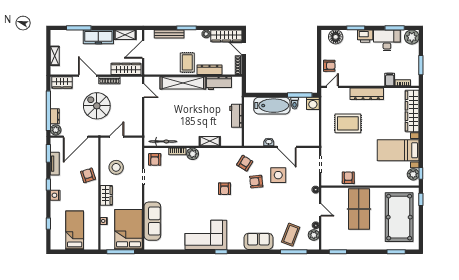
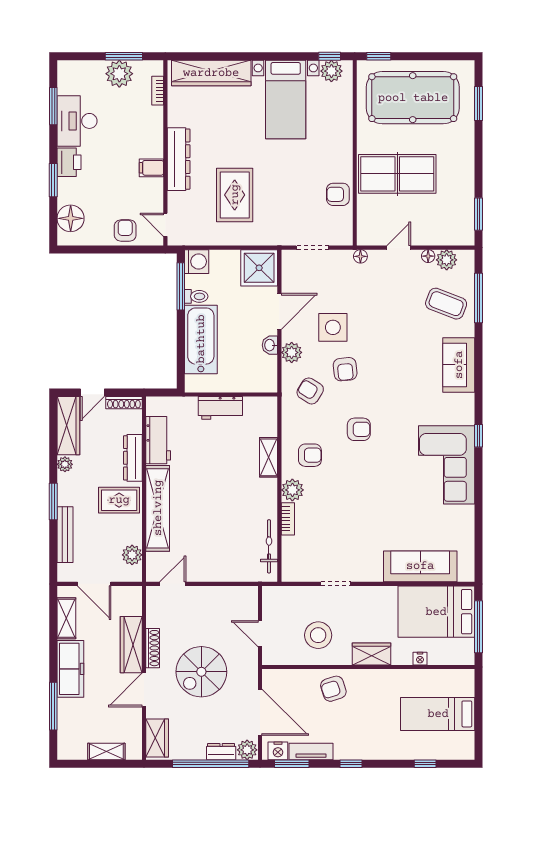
plant: (412, 37) -> (119, 74), moved
wardrobe: (126, 69) -> (131, 645), moved
plant: (158, 69) -> (132, 555), added
filing cabinet: (390, 80) -> (151, 168), moved
shower: (310, 136) -> (259, 268), added
plant: (265, 153) -> (292, 352), added
armchair: (155, 159) -> (310, 455), moved
nightstand: (55, 195) -> (278, 751), moved

